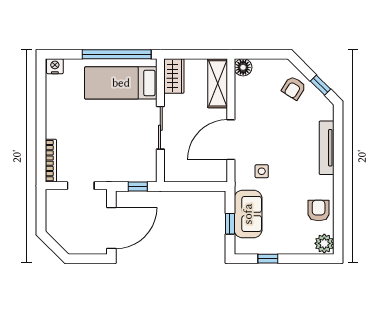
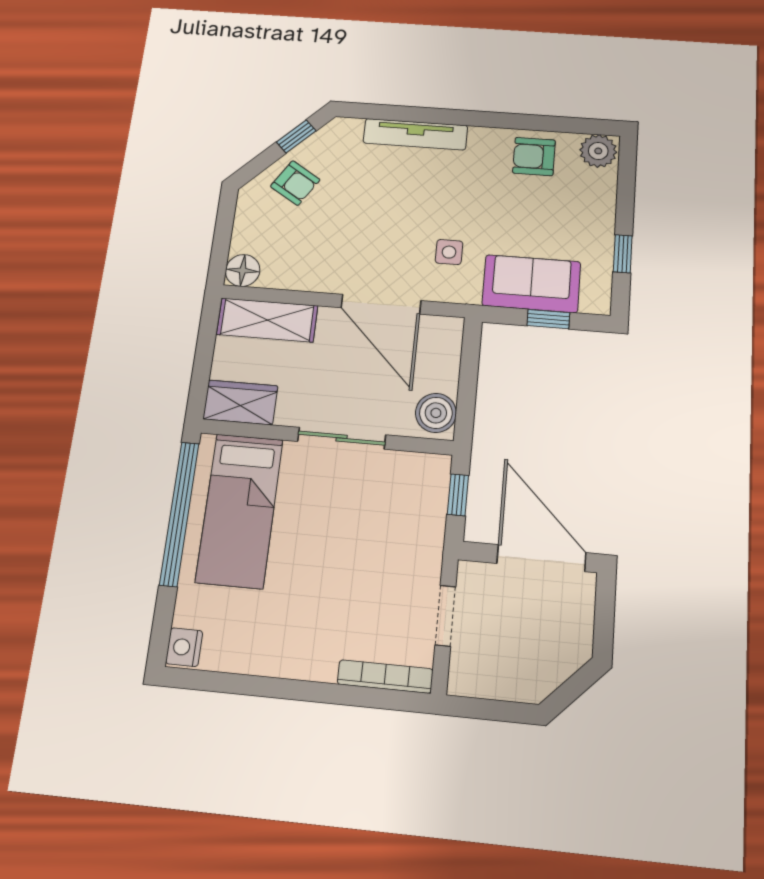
boiler: (177, 172) -> (436, 413), added

